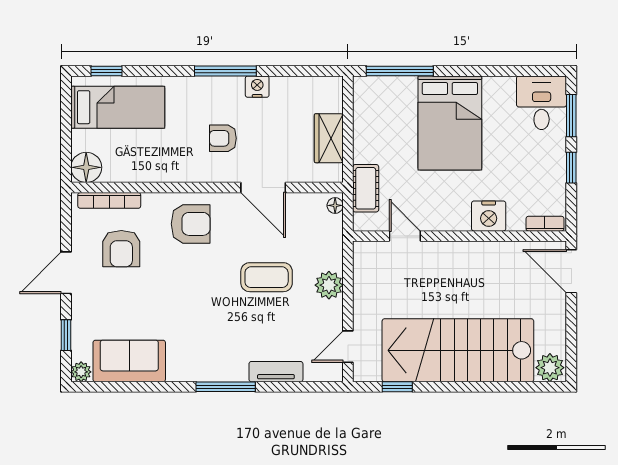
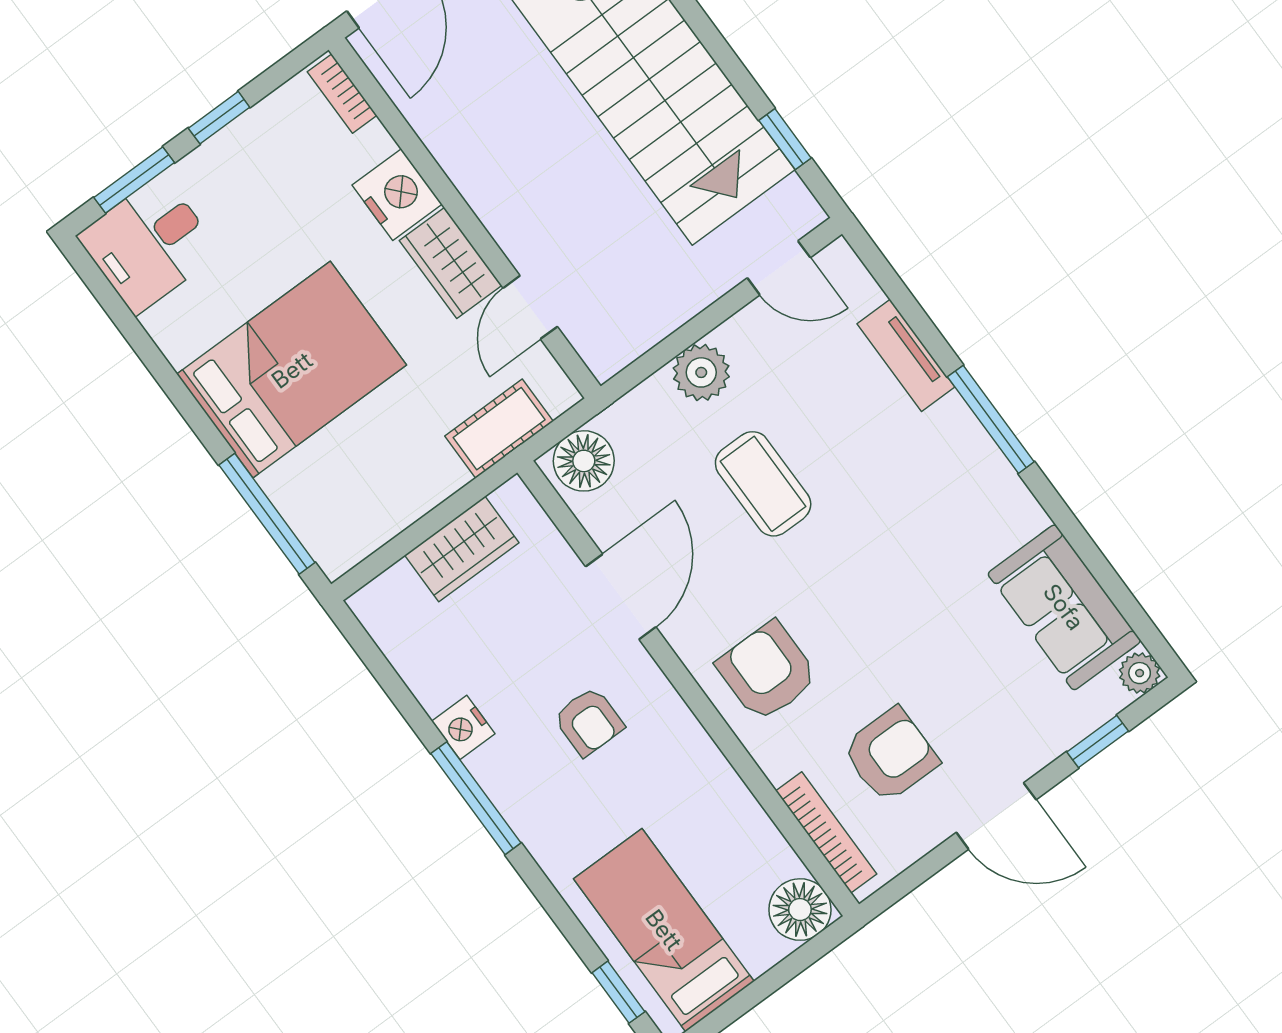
floor lamp: (335, 205) -> (584, 461), width x1.89, depth x1.89
wardrobe: (446, 217) -> (451, 263), added

